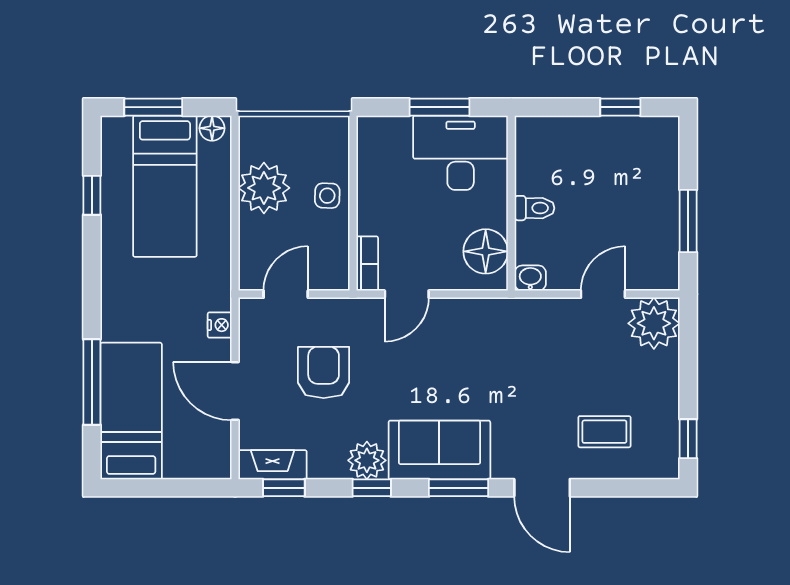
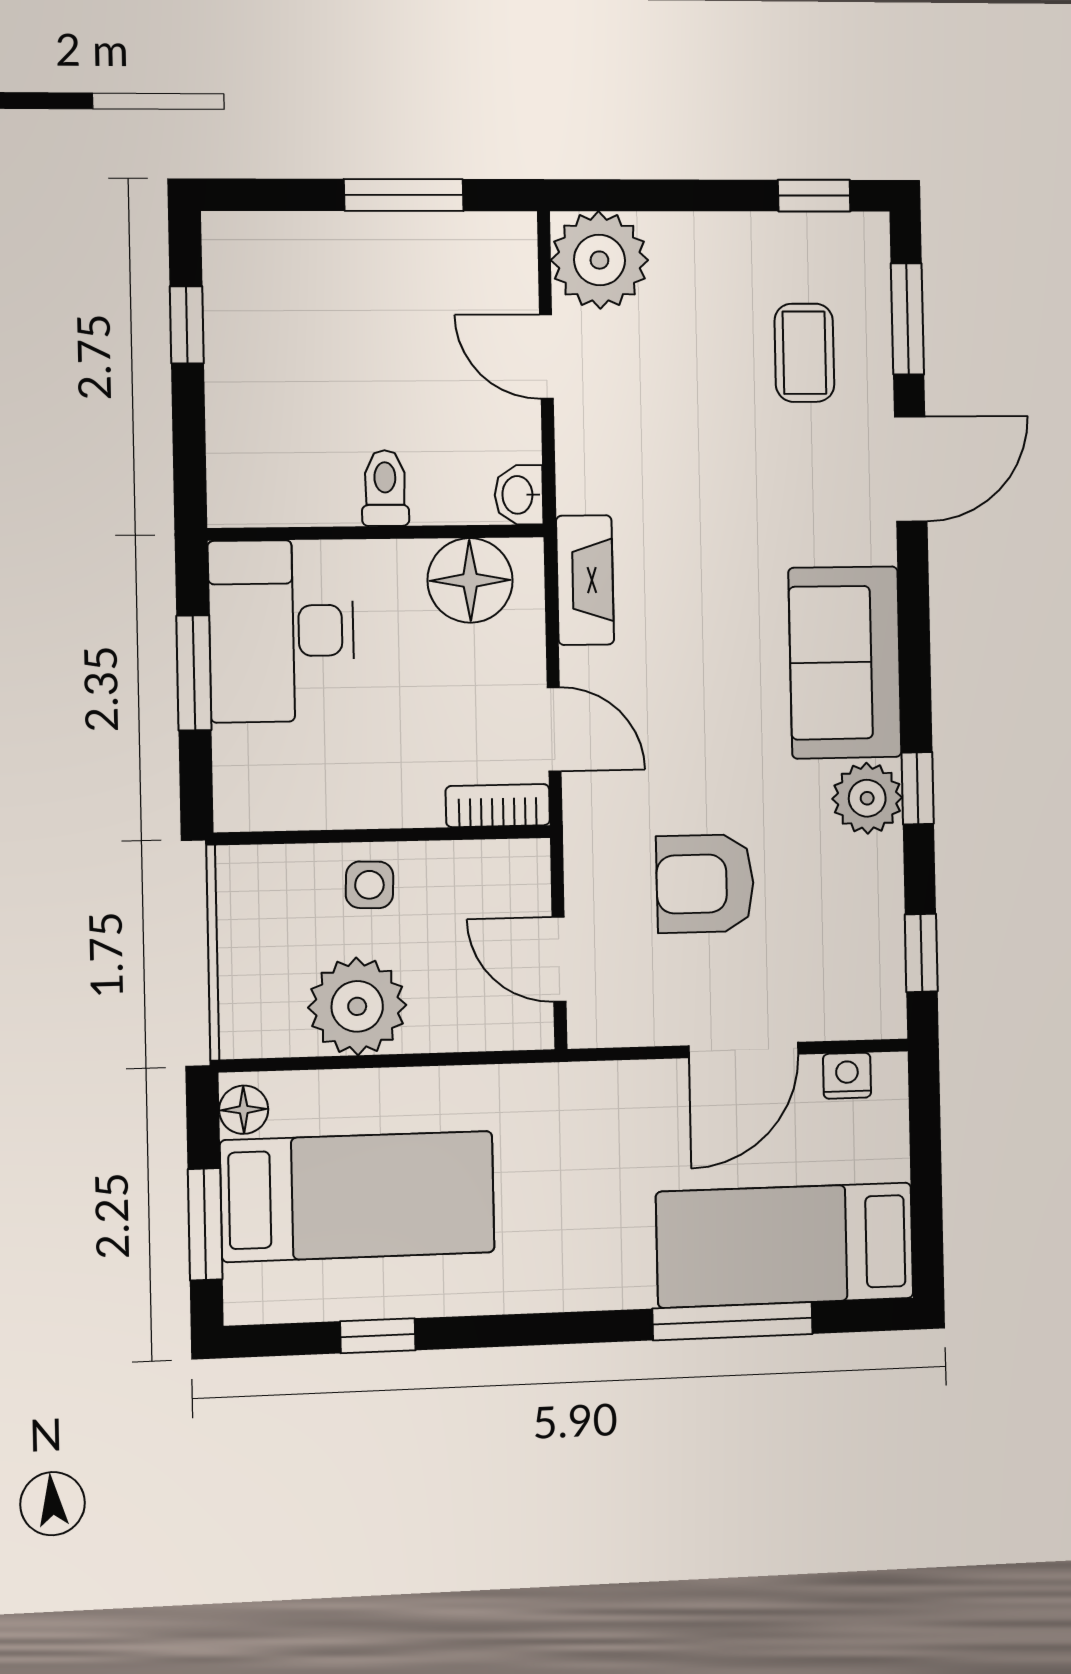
nightstand: (220, 325) -> (847, 1076), moved
fireplace: (273, 465) -> (585, 580), moved, turned 180
window: (459, 488) -> (907, 319), moved

